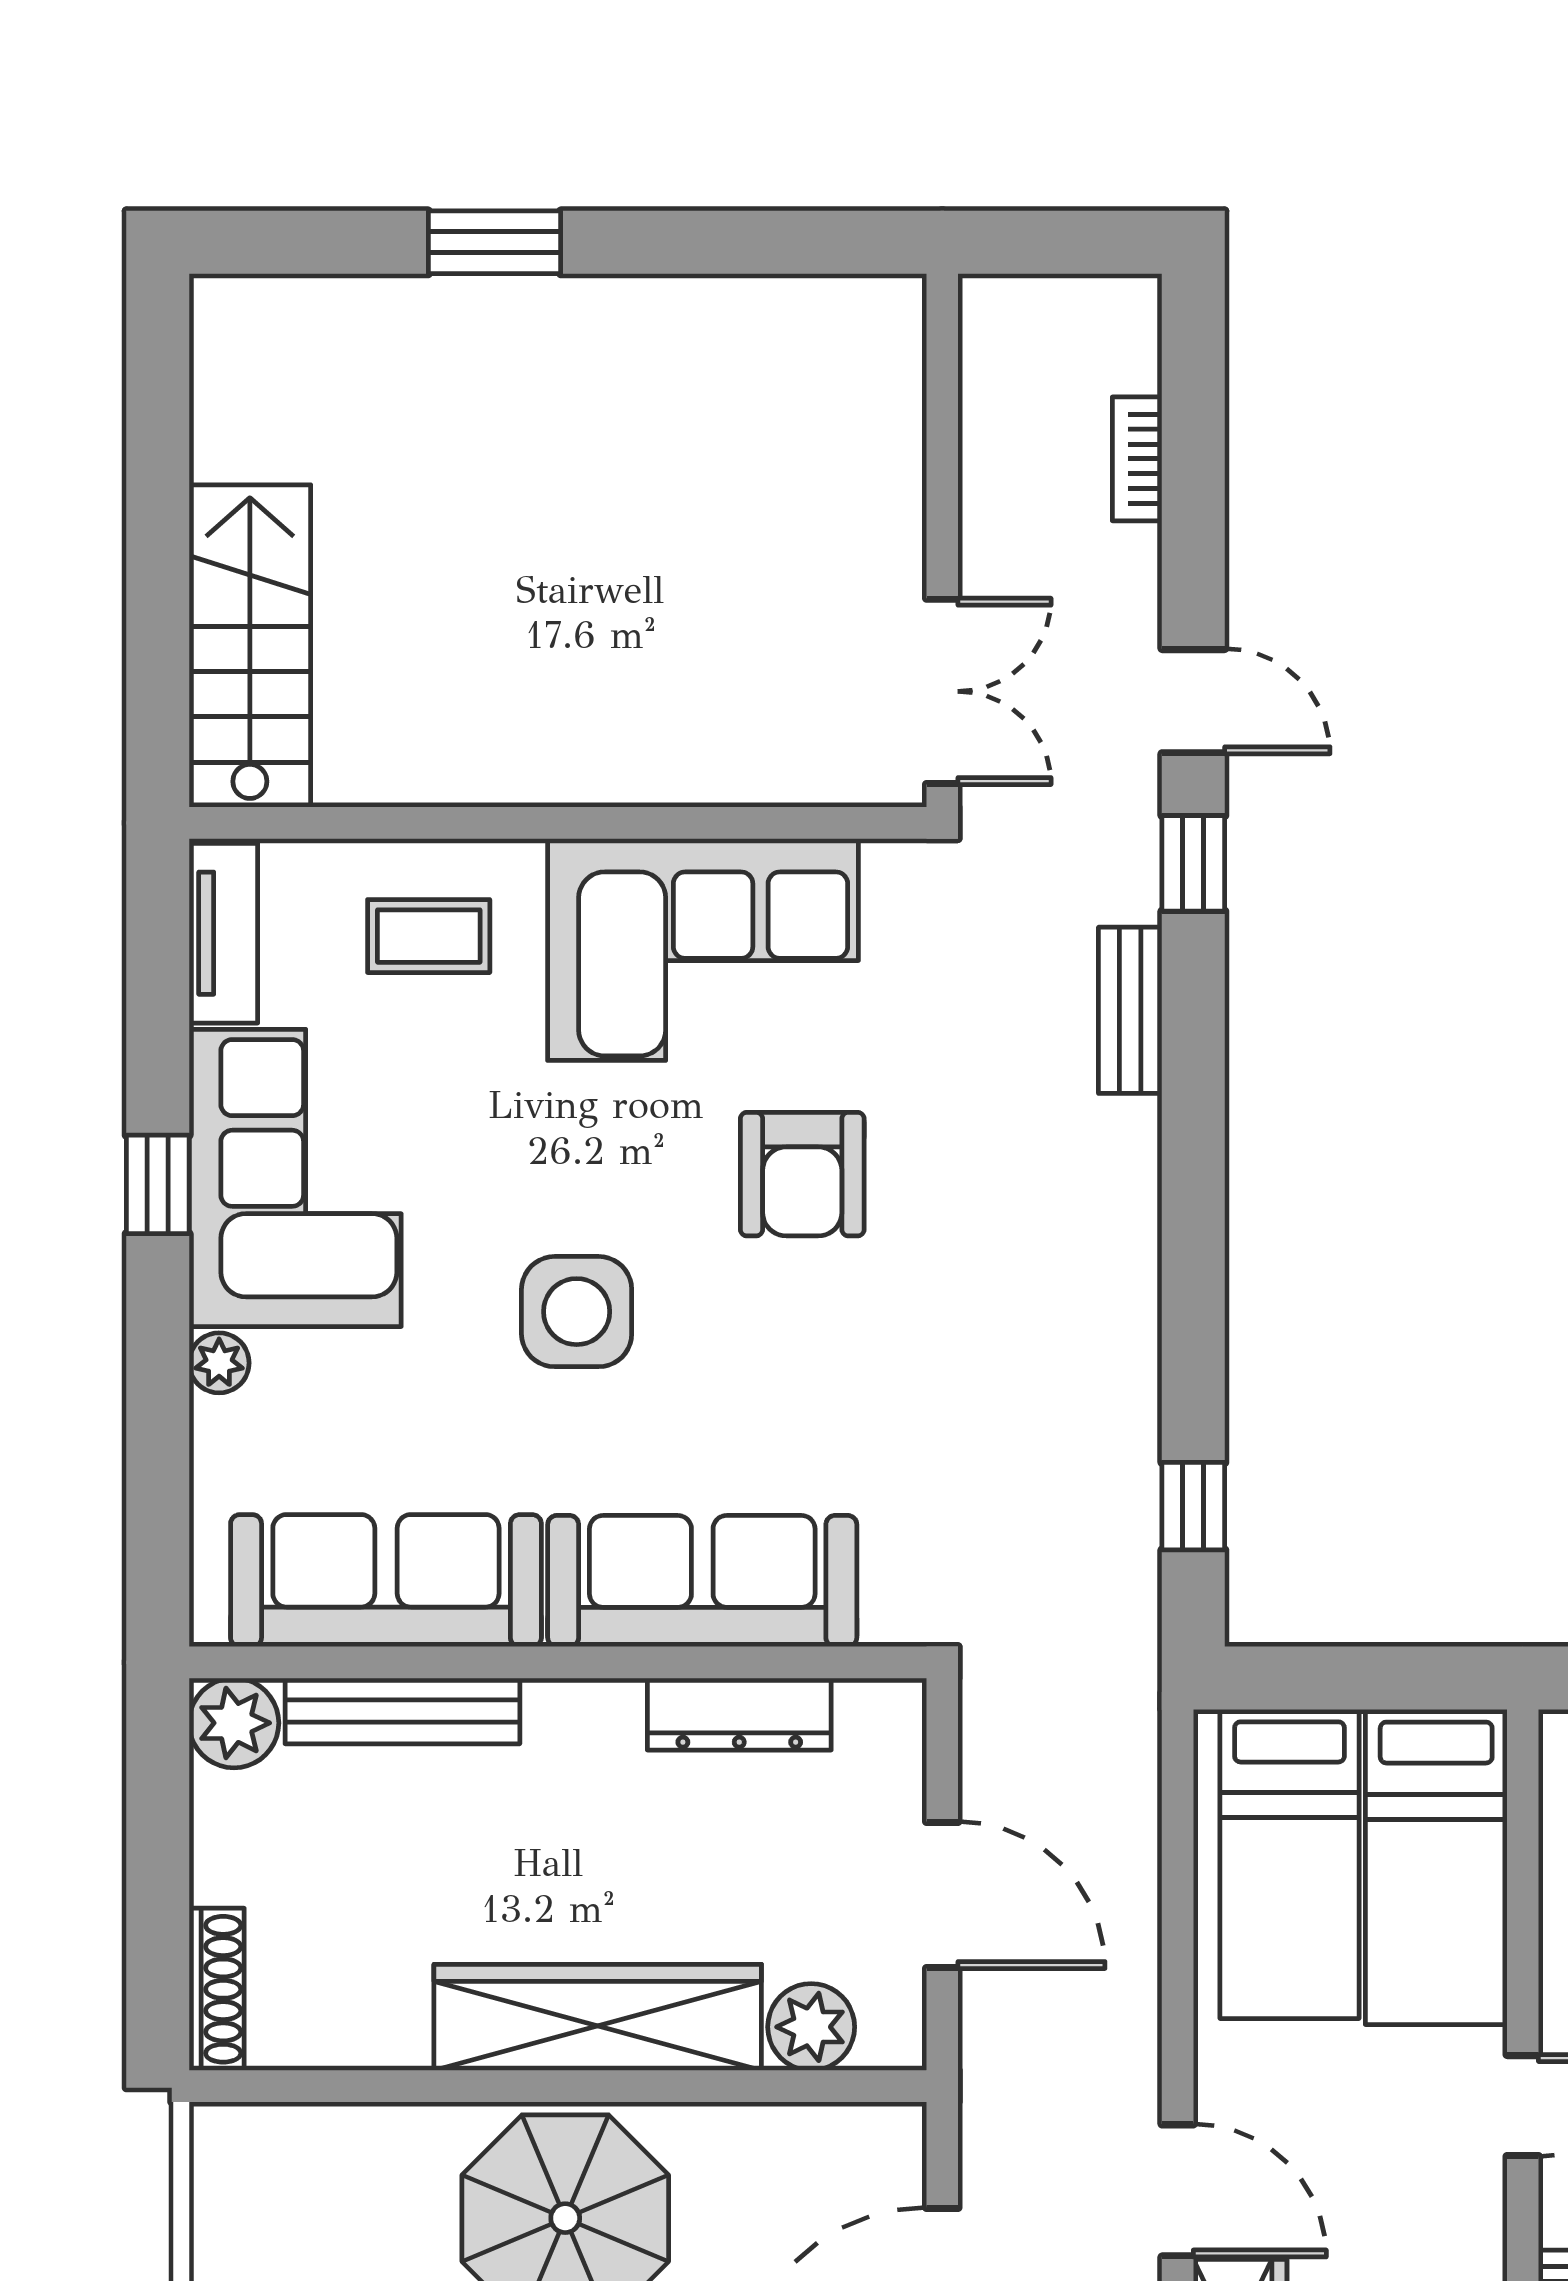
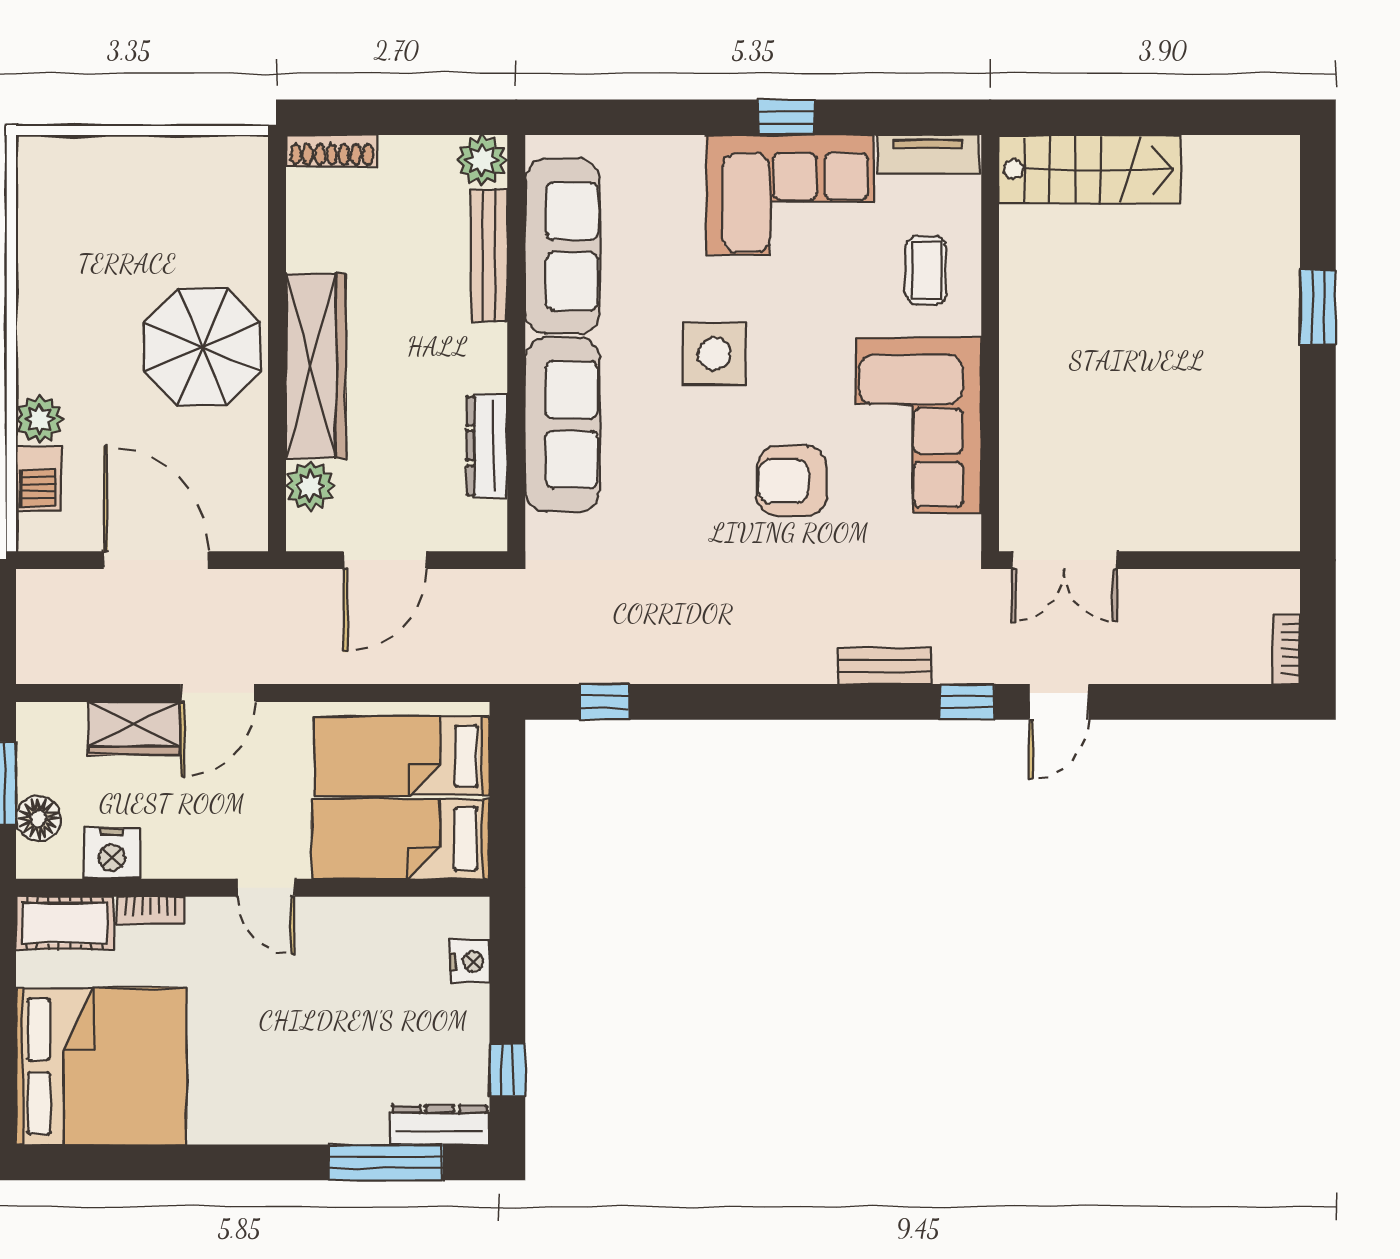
bookcase: (1137, 459) -> (1286, 649), moved, turned -90
plant: (219, 1363) -> (685, 152), removed

